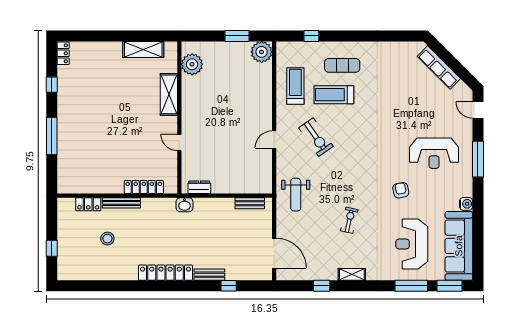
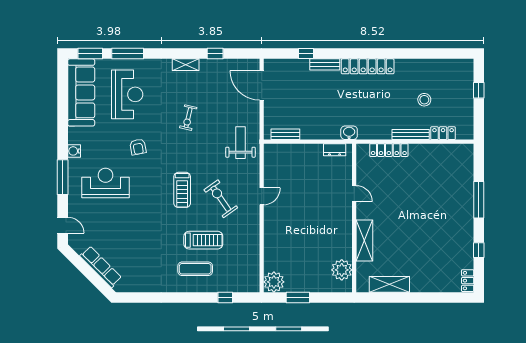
treadmill: (295, 86) -> (182, 190), moved
water cooler: (466, 204) -> (74, 151), moved

